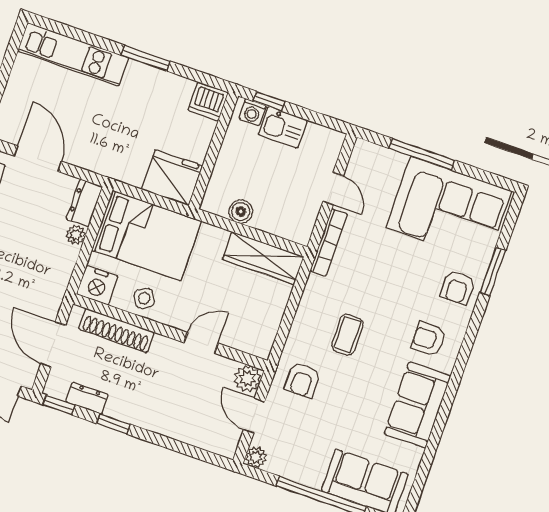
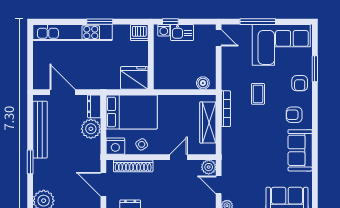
kitchen unit: (73, 54) -> (73, 32), width x1.36
door: (333, 189) -> (219, 38), moved
boiler: (241, 212) -> (203, 83), moved
plant: (76, 235) -> (91, 129), width x1.88, depth x1.88
bookcase: (329, 242) -> (226, 109), moved
wardrobe: (263, 258) -> (208, 122), moved, turned 90
coffee table: (347, 335) -> (258, 94), moved
armchair: (302, 380) -> (237, 158), removed

